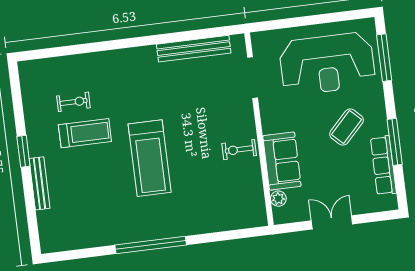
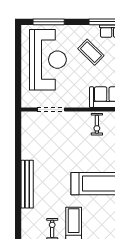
bench: (194, 49) -> (27, 184), moved

